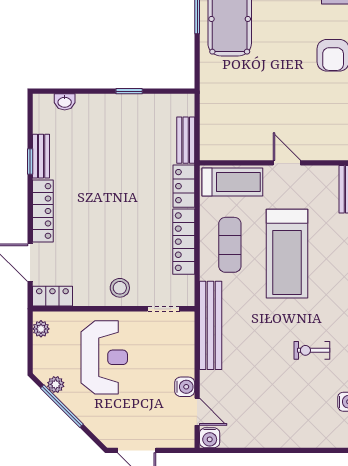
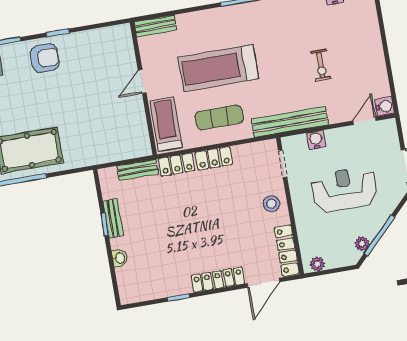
washbasin: (65, 102) -> (120, 258), moved
bench: (41, 156) -> (113, 218), moved, turned 90
locker: (184, 242) -> (214, 158), width x0.66
treadmill: (287, 254) -> (218, 68), turned 180
locker: (52, 296) -> (287, 250), width x1.53
exercise bike: (312, 350) -> (321, 65), moved
reception desk: (104, 357) -> (344, 189), moved
water cooler: (185, 387) -> (316, 140), moved

